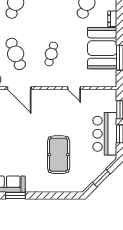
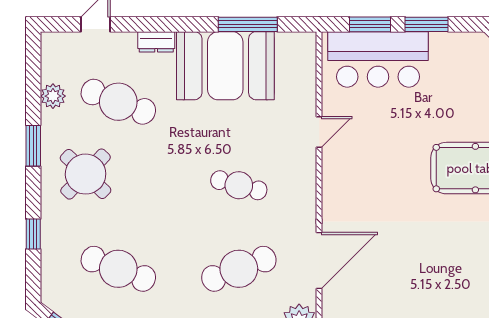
bar counter: (105, 134) -> (378, 59), moved

